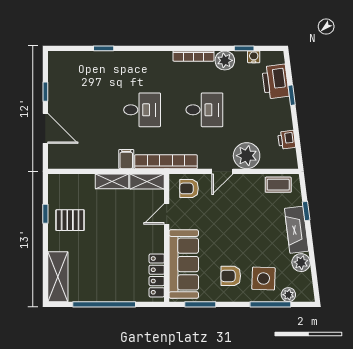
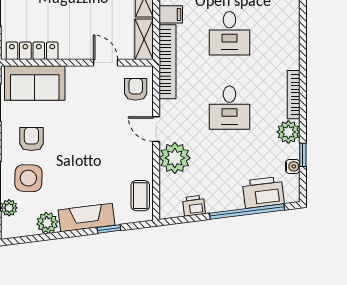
window: (292, 95) -> (247, 212), width x3.17
sofa: (184, 264) -> (35, 83), width x0.73

